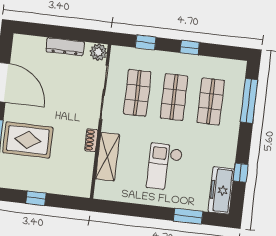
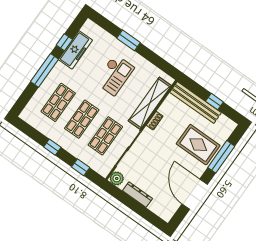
window: (249, 101) -> (44, 70), moved
shelving: (108, 157) -> (150, 103), width x1.47
bench: (57, 186) -> (196, 103), added
freezer: (221, 190) -> (75, 50), moved
window: (188, 216) -> (128, 40), moved

